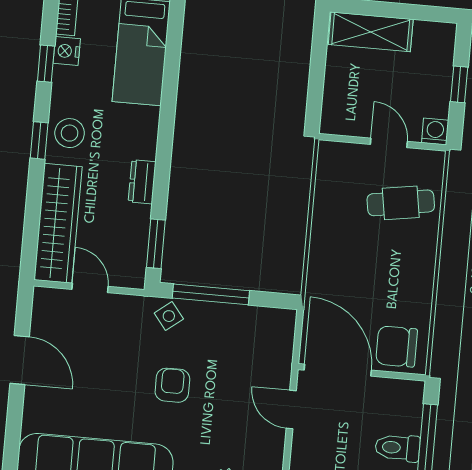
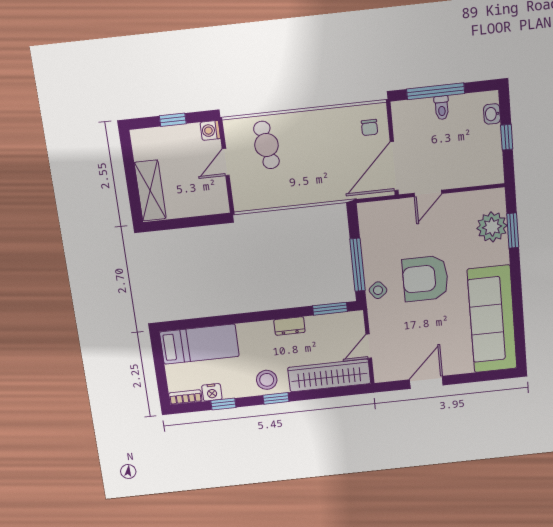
chair: (396, 346) -> (370, 127), width x0.54, depth x0.54
armchair: (172, 385) -> (425, 278), width x1.88, depth x1.88
toilet: (397, 448) -> (442, 108), width x0.73, depth x0.72

